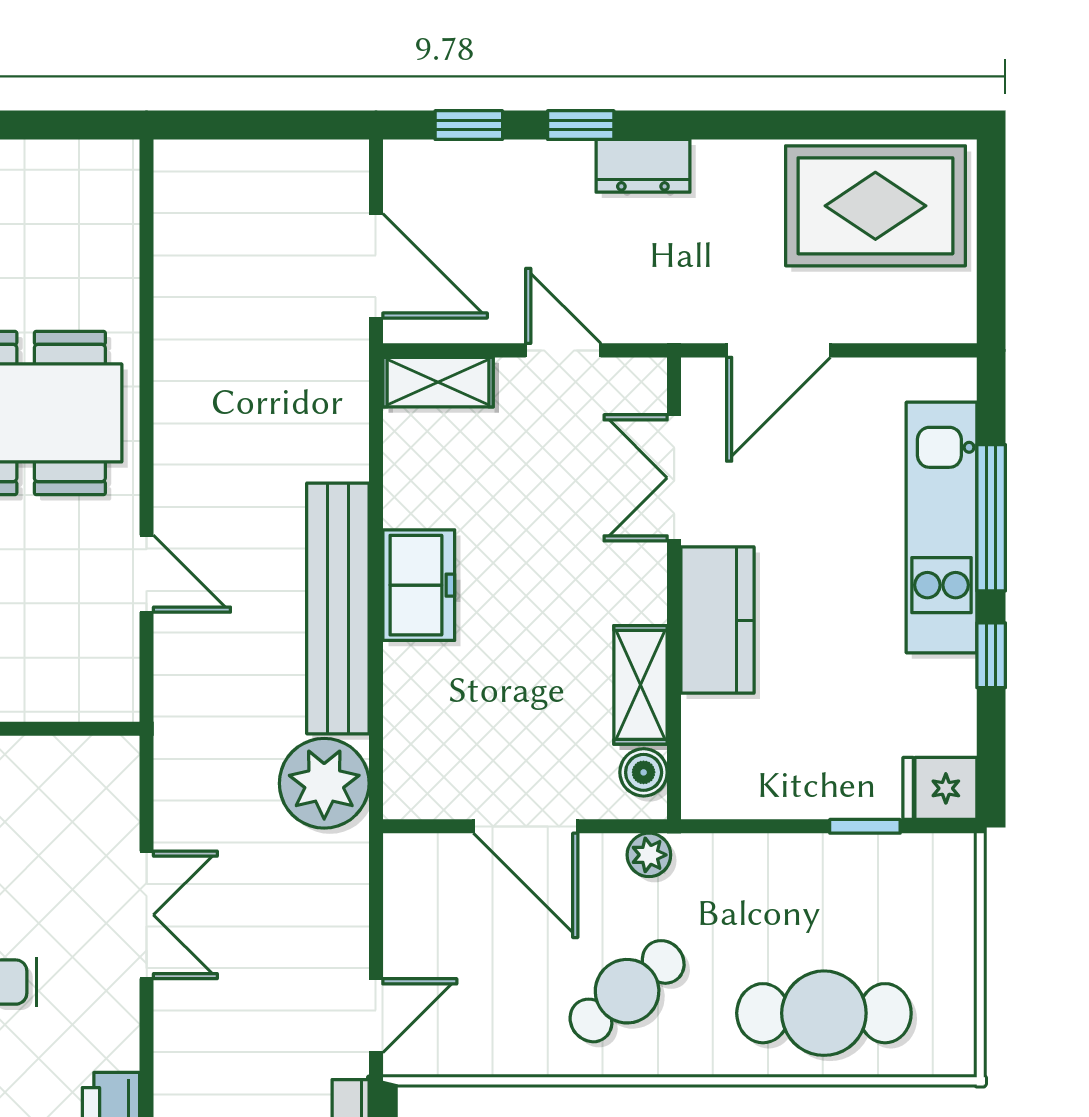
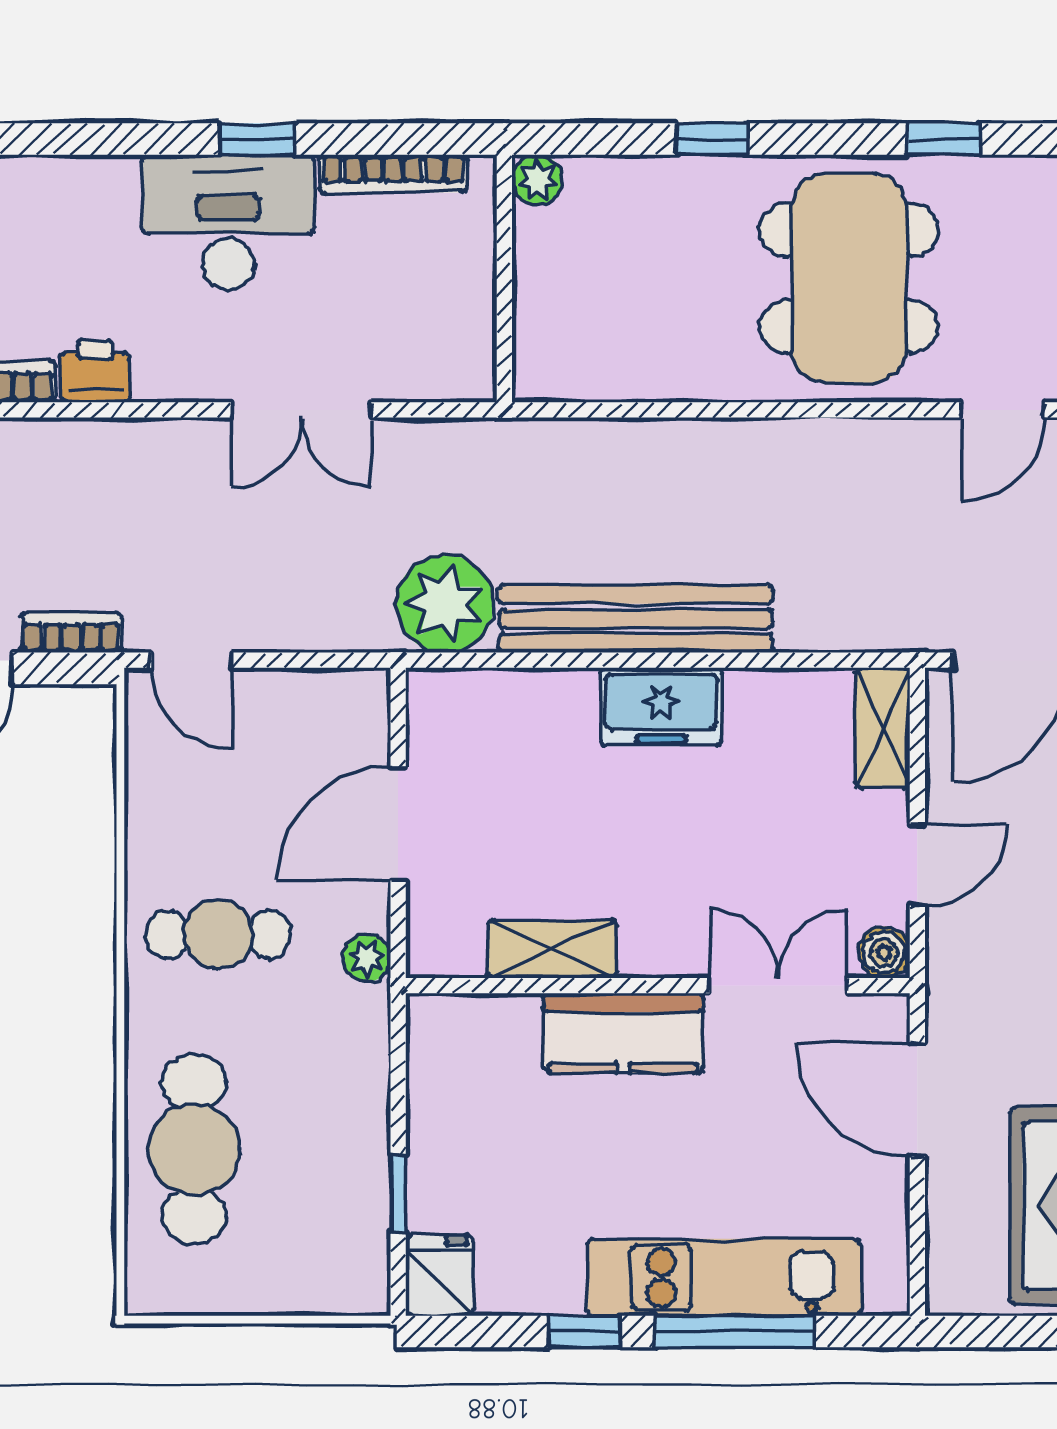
door: (147, 574) -> (1003, 410), moved
boiler: (644, 772) -> (884, 952), moved
cafe table: (627, 991) -> (218, 934), turned -51

